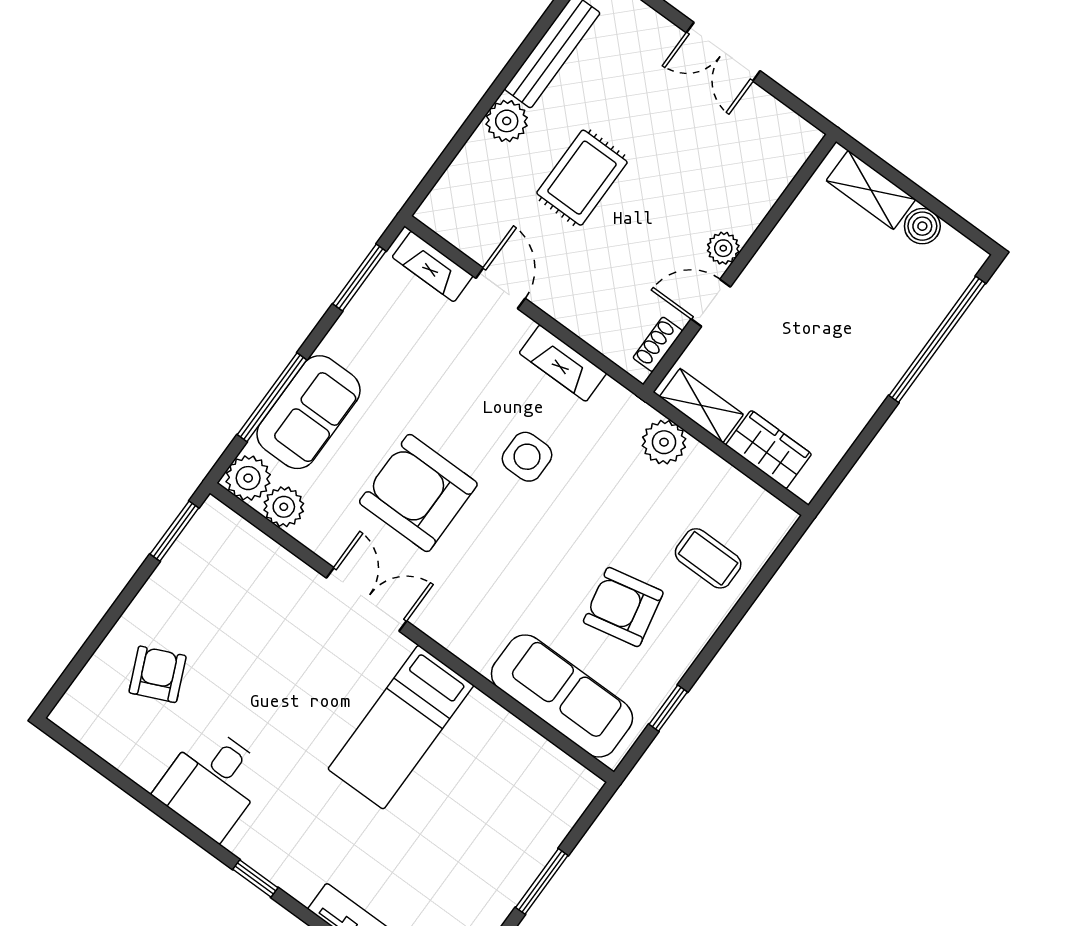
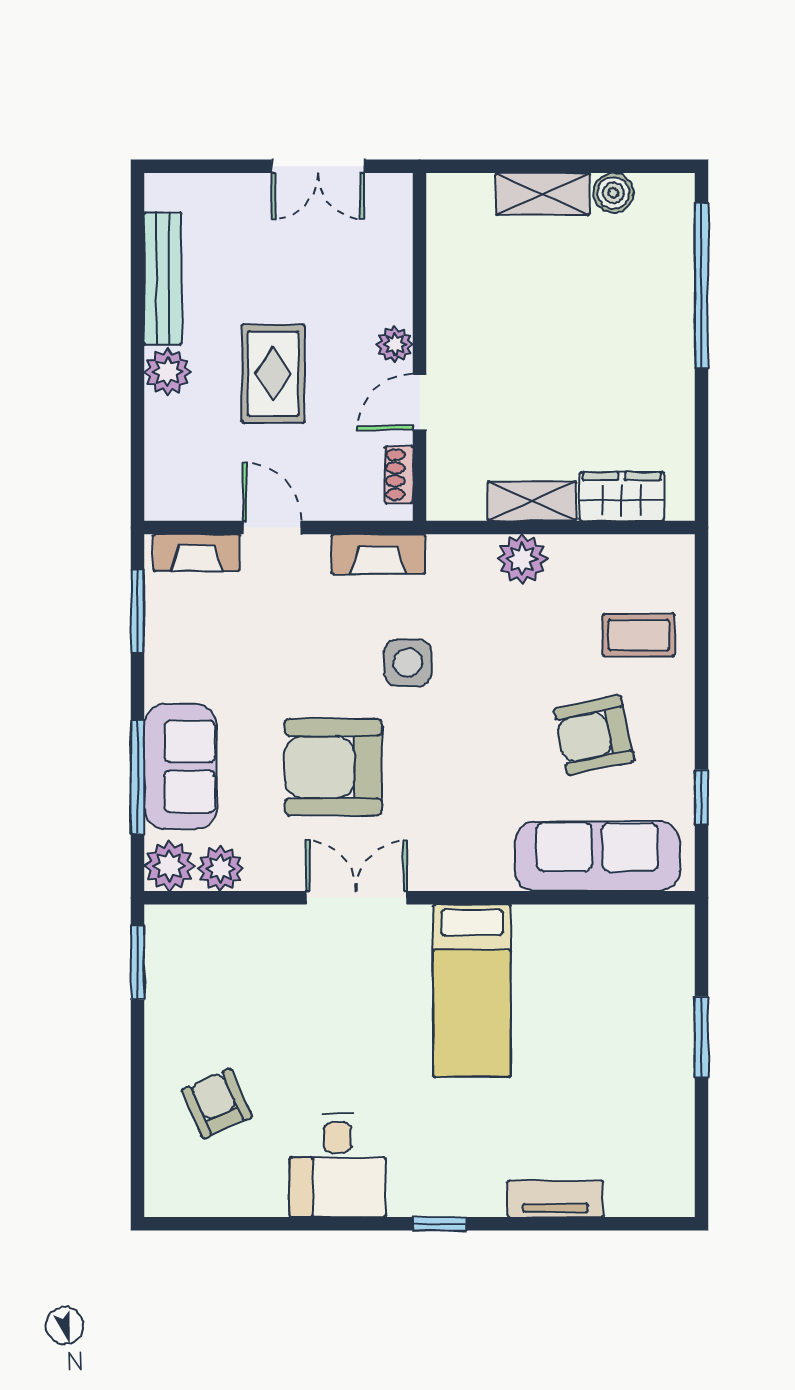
plant: (723, 248) -> (395, 344), moved
wall: (740, 263) -> (420, 347), moved
door: (711, 303) -> (420, 402), moved
shoe rack: (658, 344) -> (399, 474), moved

